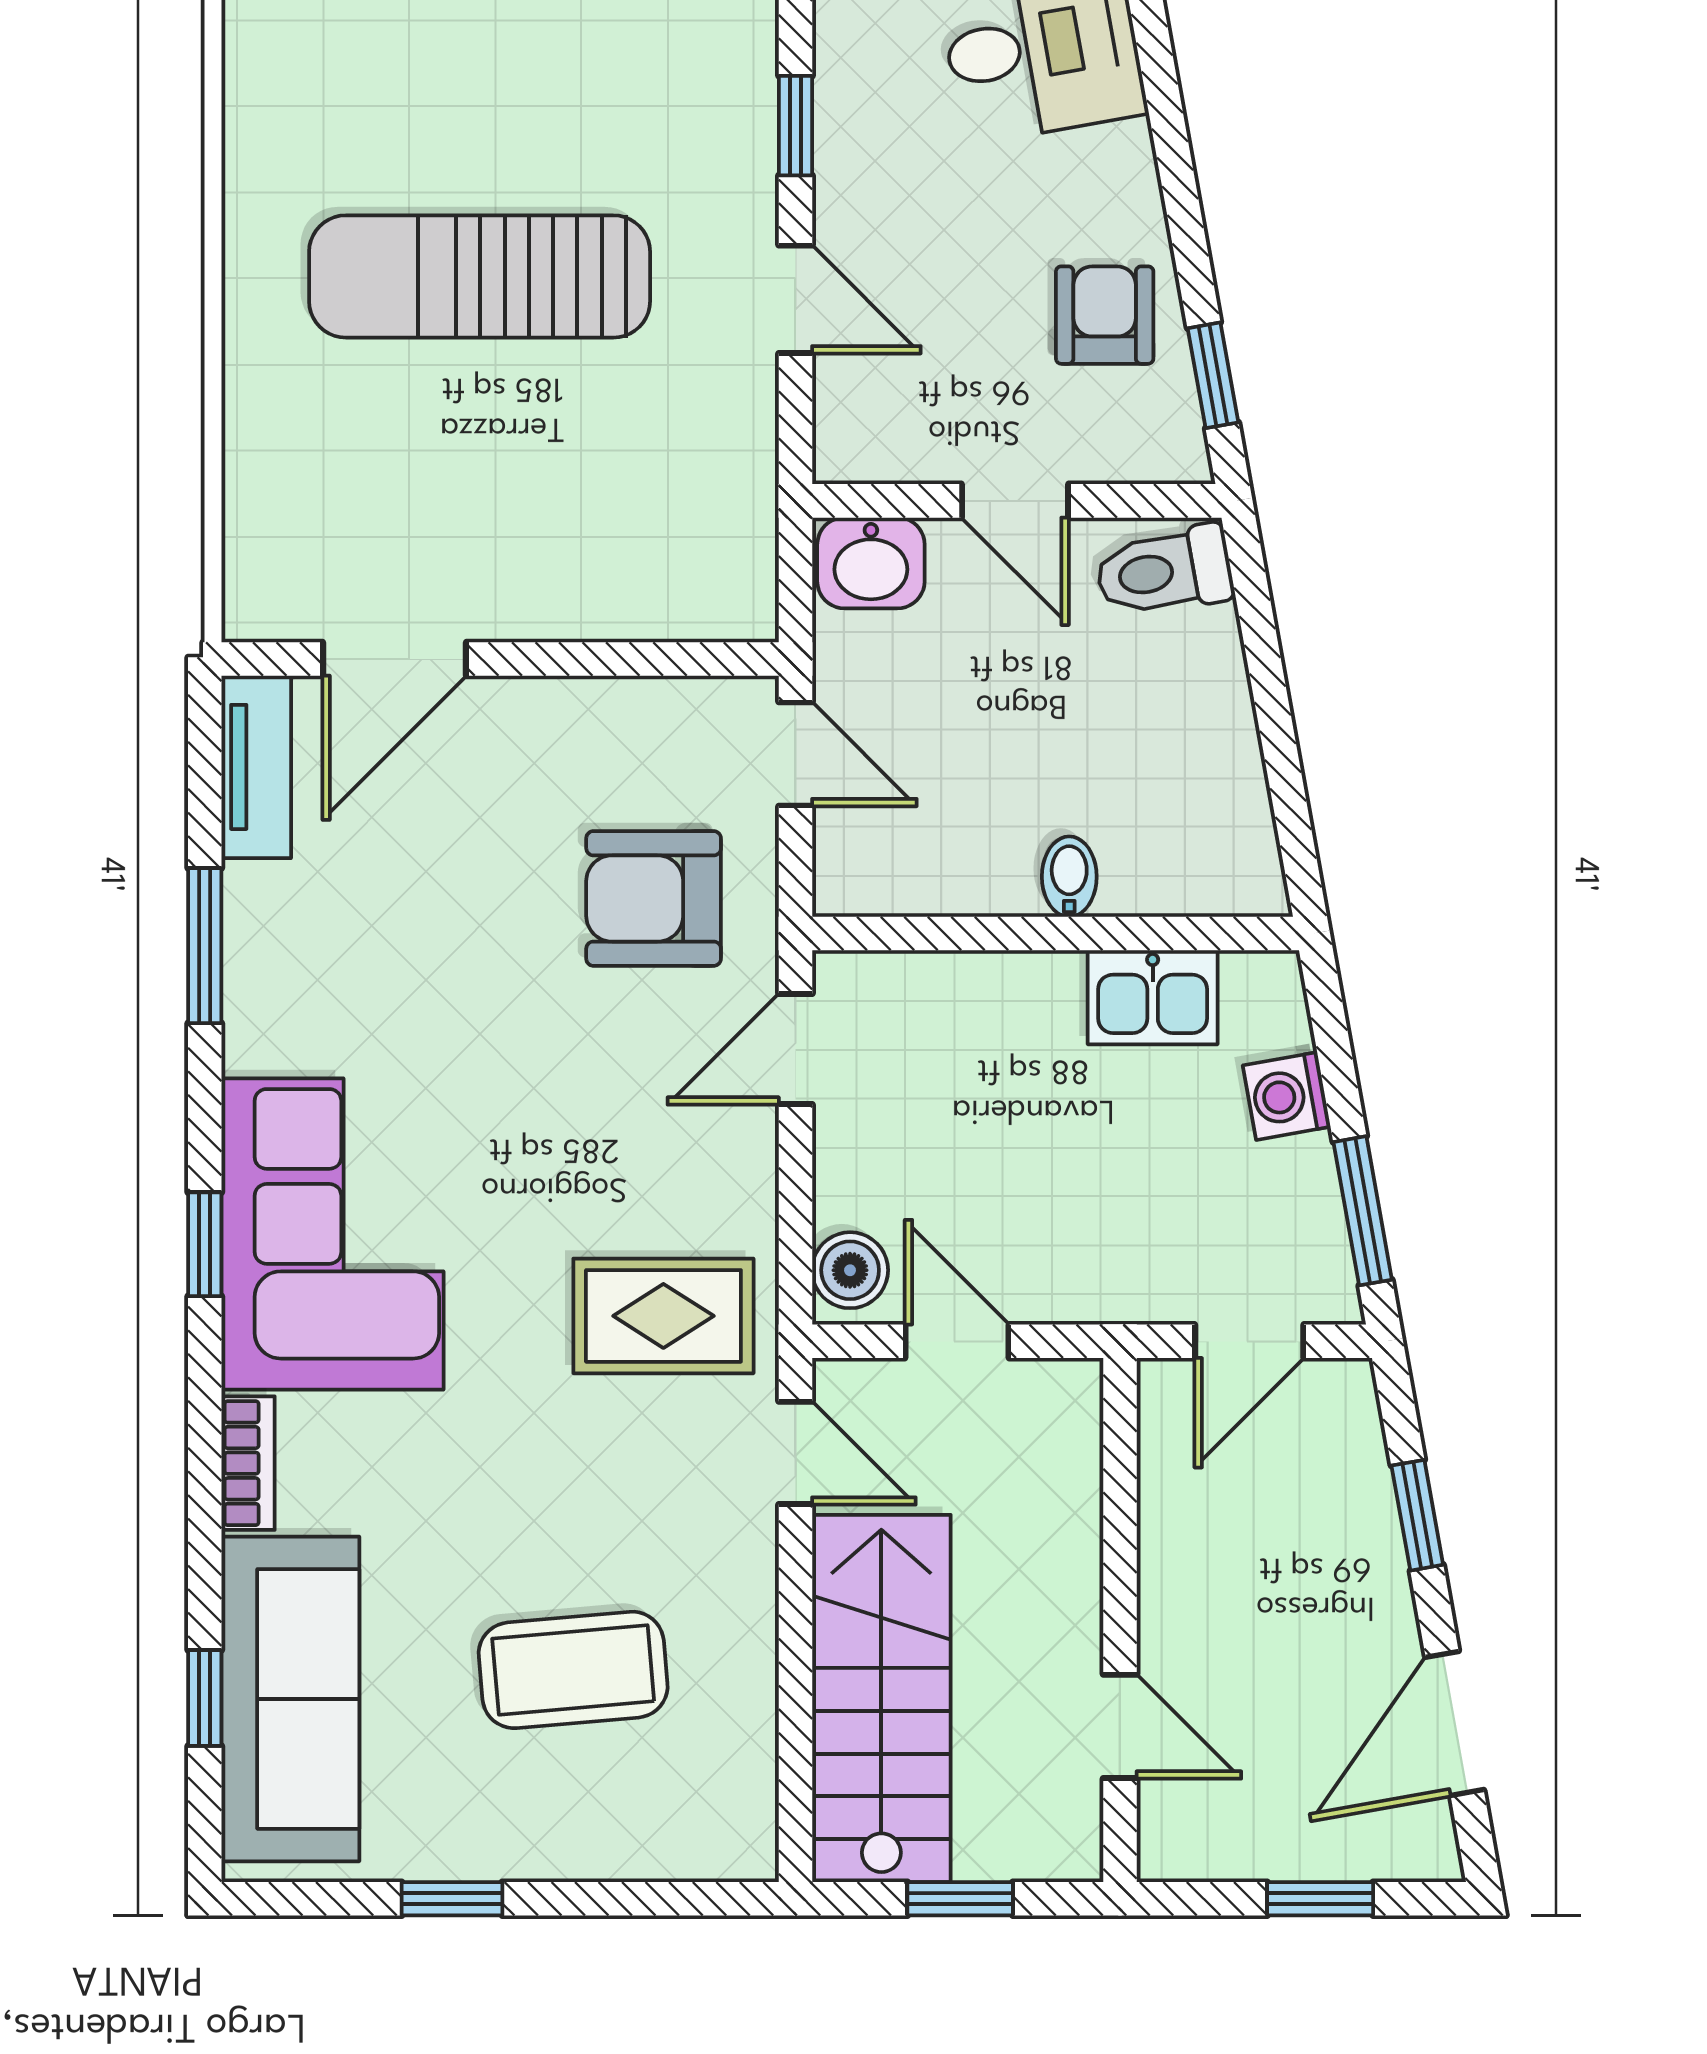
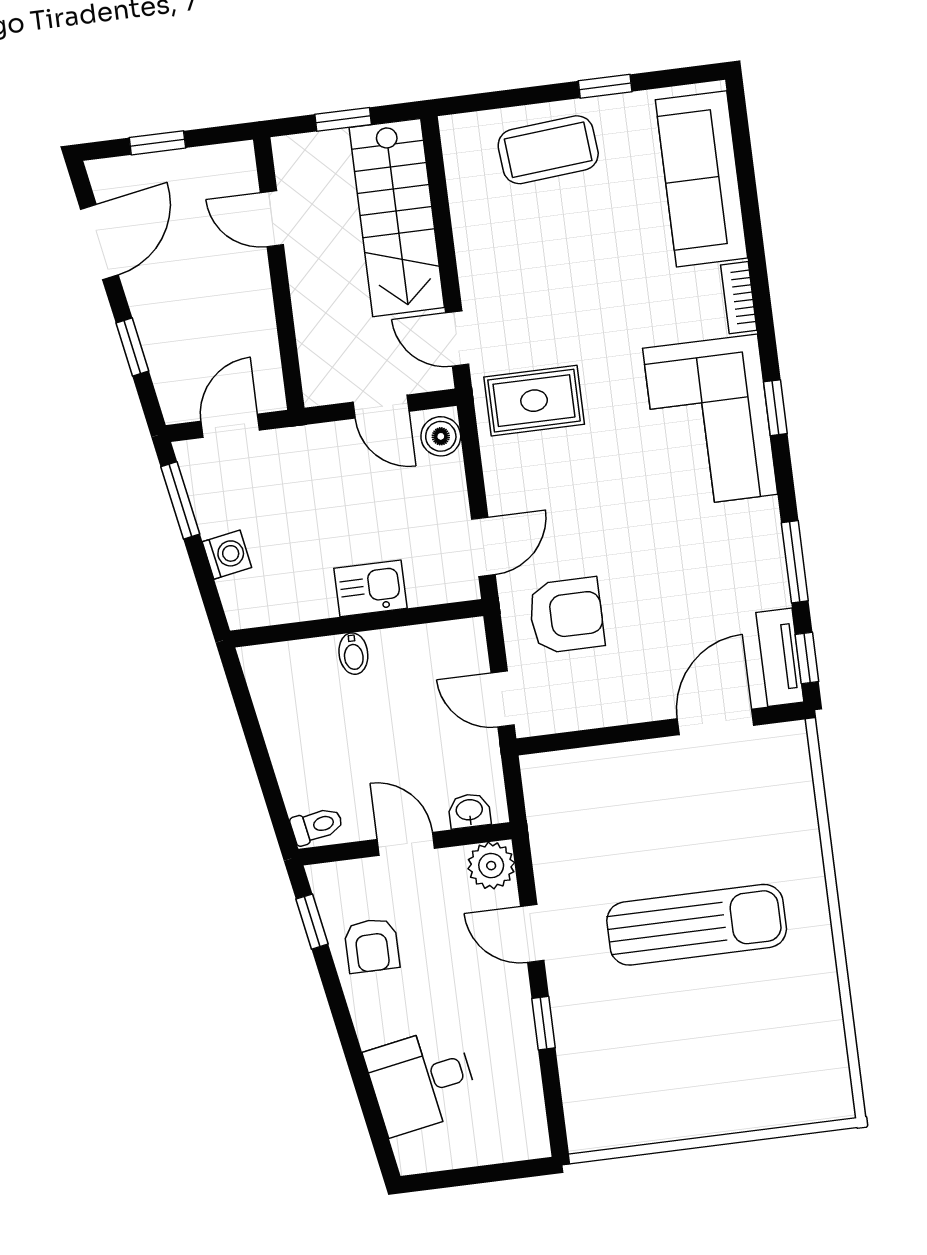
plant: (857, 439) -> (491, 866), added
washbasin: (871, 563) -> (469, 811), width x0.72, depth x0.69
toilet: (1164, 571) -> (317, 826), width x0.73, depth x0.72
kitchen sink: (1153, 997) -> (370, 588), moved
coffee table: (573, 1670) -> (548, 150), moved
window: (205, 1698) -> (807, 658), moved

